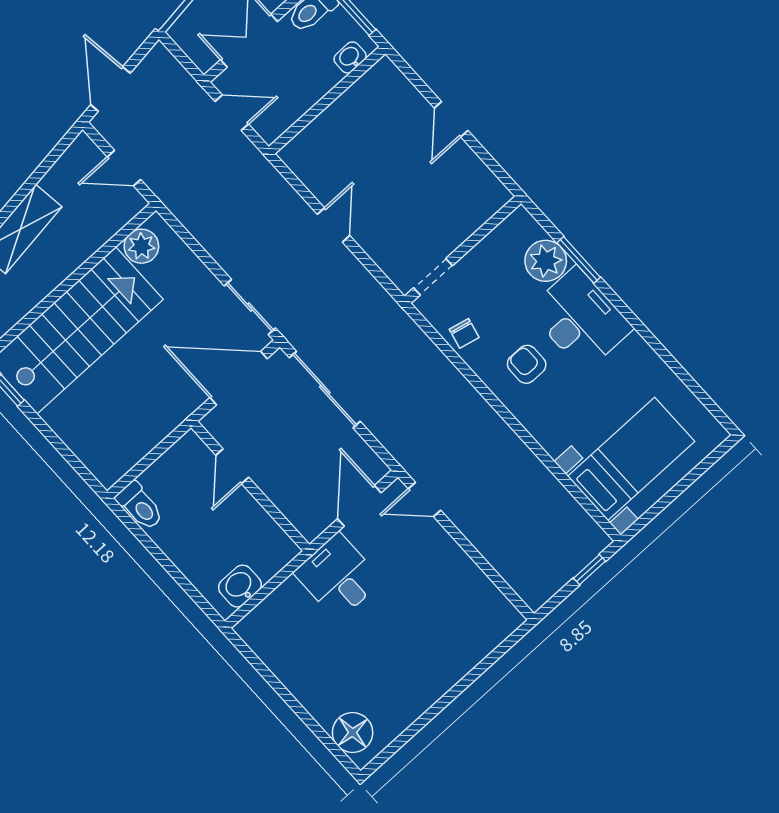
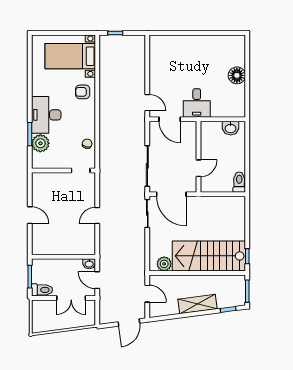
washbasin: (350, 57) -> (89, 264), moved
door: (451, 119) -> (30, 215), hinge flipped
armchair: (527, 364) -> (83, 92), moved, turned 90
door: (359, 506) -> (170, 119), hinge flipped
floor lamp: (353, 732) -> (237, 75), moved

